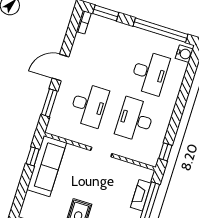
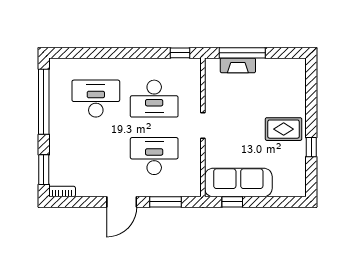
water cooler: (184, 54) -> (62, 66), removed
door: (60, 68) -> (122, 202), hinge flipped

